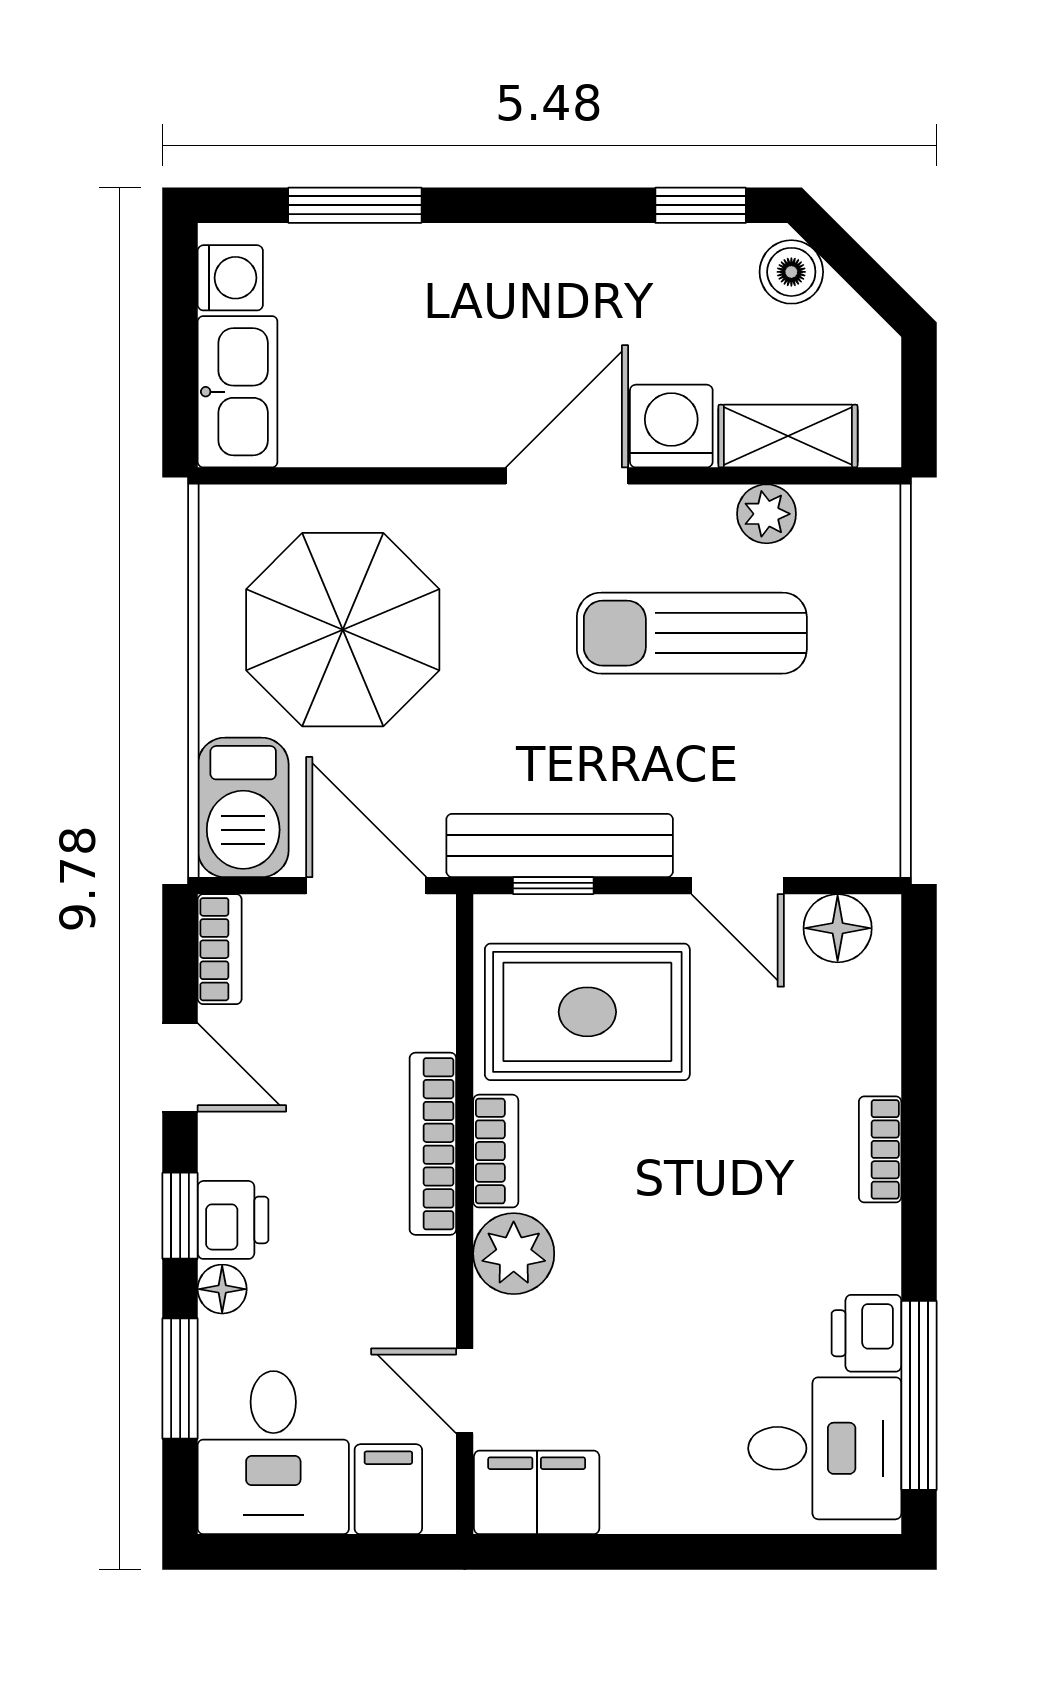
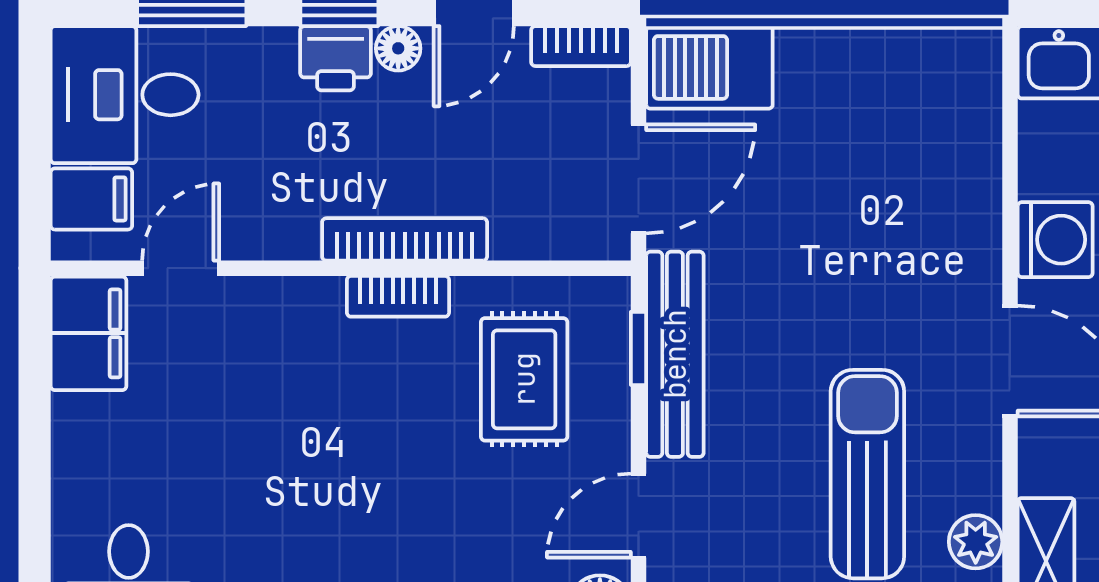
washing machine: (671, 426) -> (1055, 240), moved
parasol: (343, 630) -> (871, 158), removed
rug: (587, 1012) -> (524, 379), width x0.73, depth x0.70
plant: (514, 1254) -> (305, 313), removed
floor lamp: (222, 1289) -> (398, 48), moved

